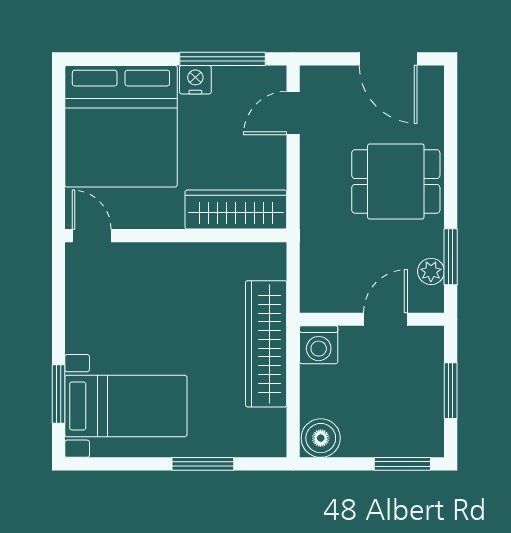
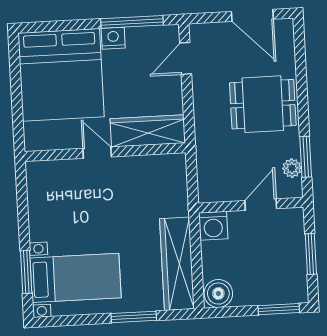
door: (92, 236) -> (97, 153), moved
wardrobe: (266, 344) -> (177, 264), moved

